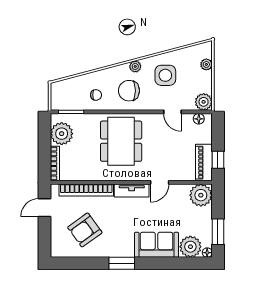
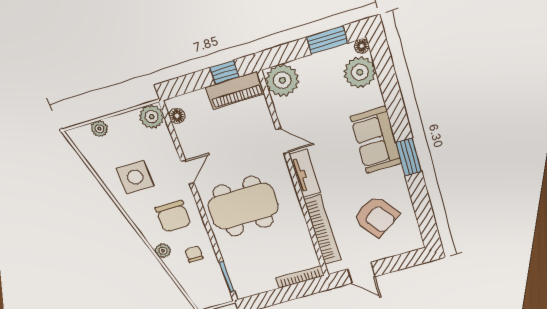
plant: (135, 66) -> (163, 251), moved
door: (172, 112) -> (187, 172), moved
plant: (62, 134) -> (259, 280), removed
sofa: (157, 245) -> (376, 140), moved

